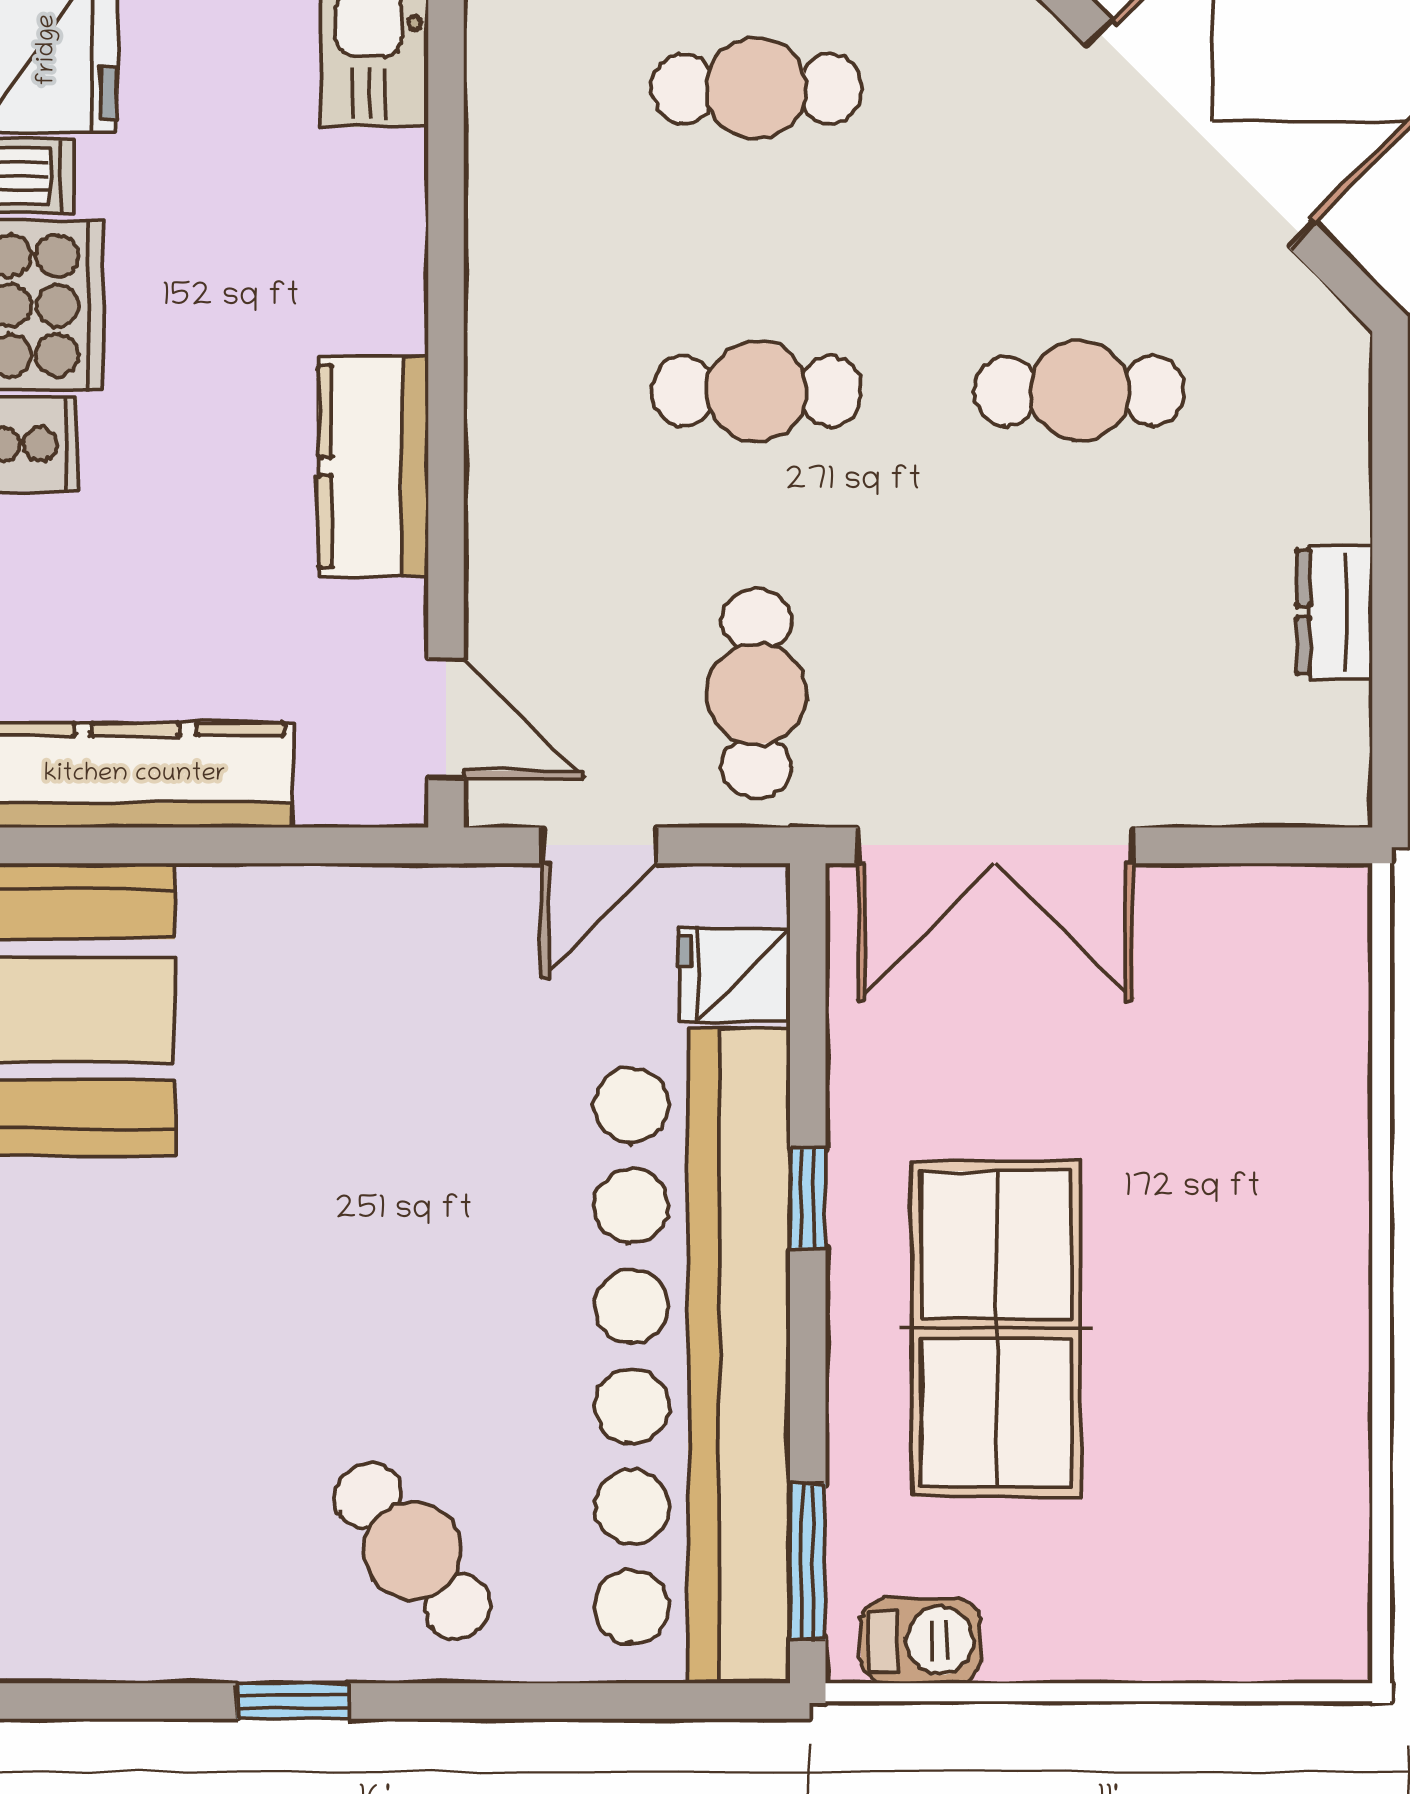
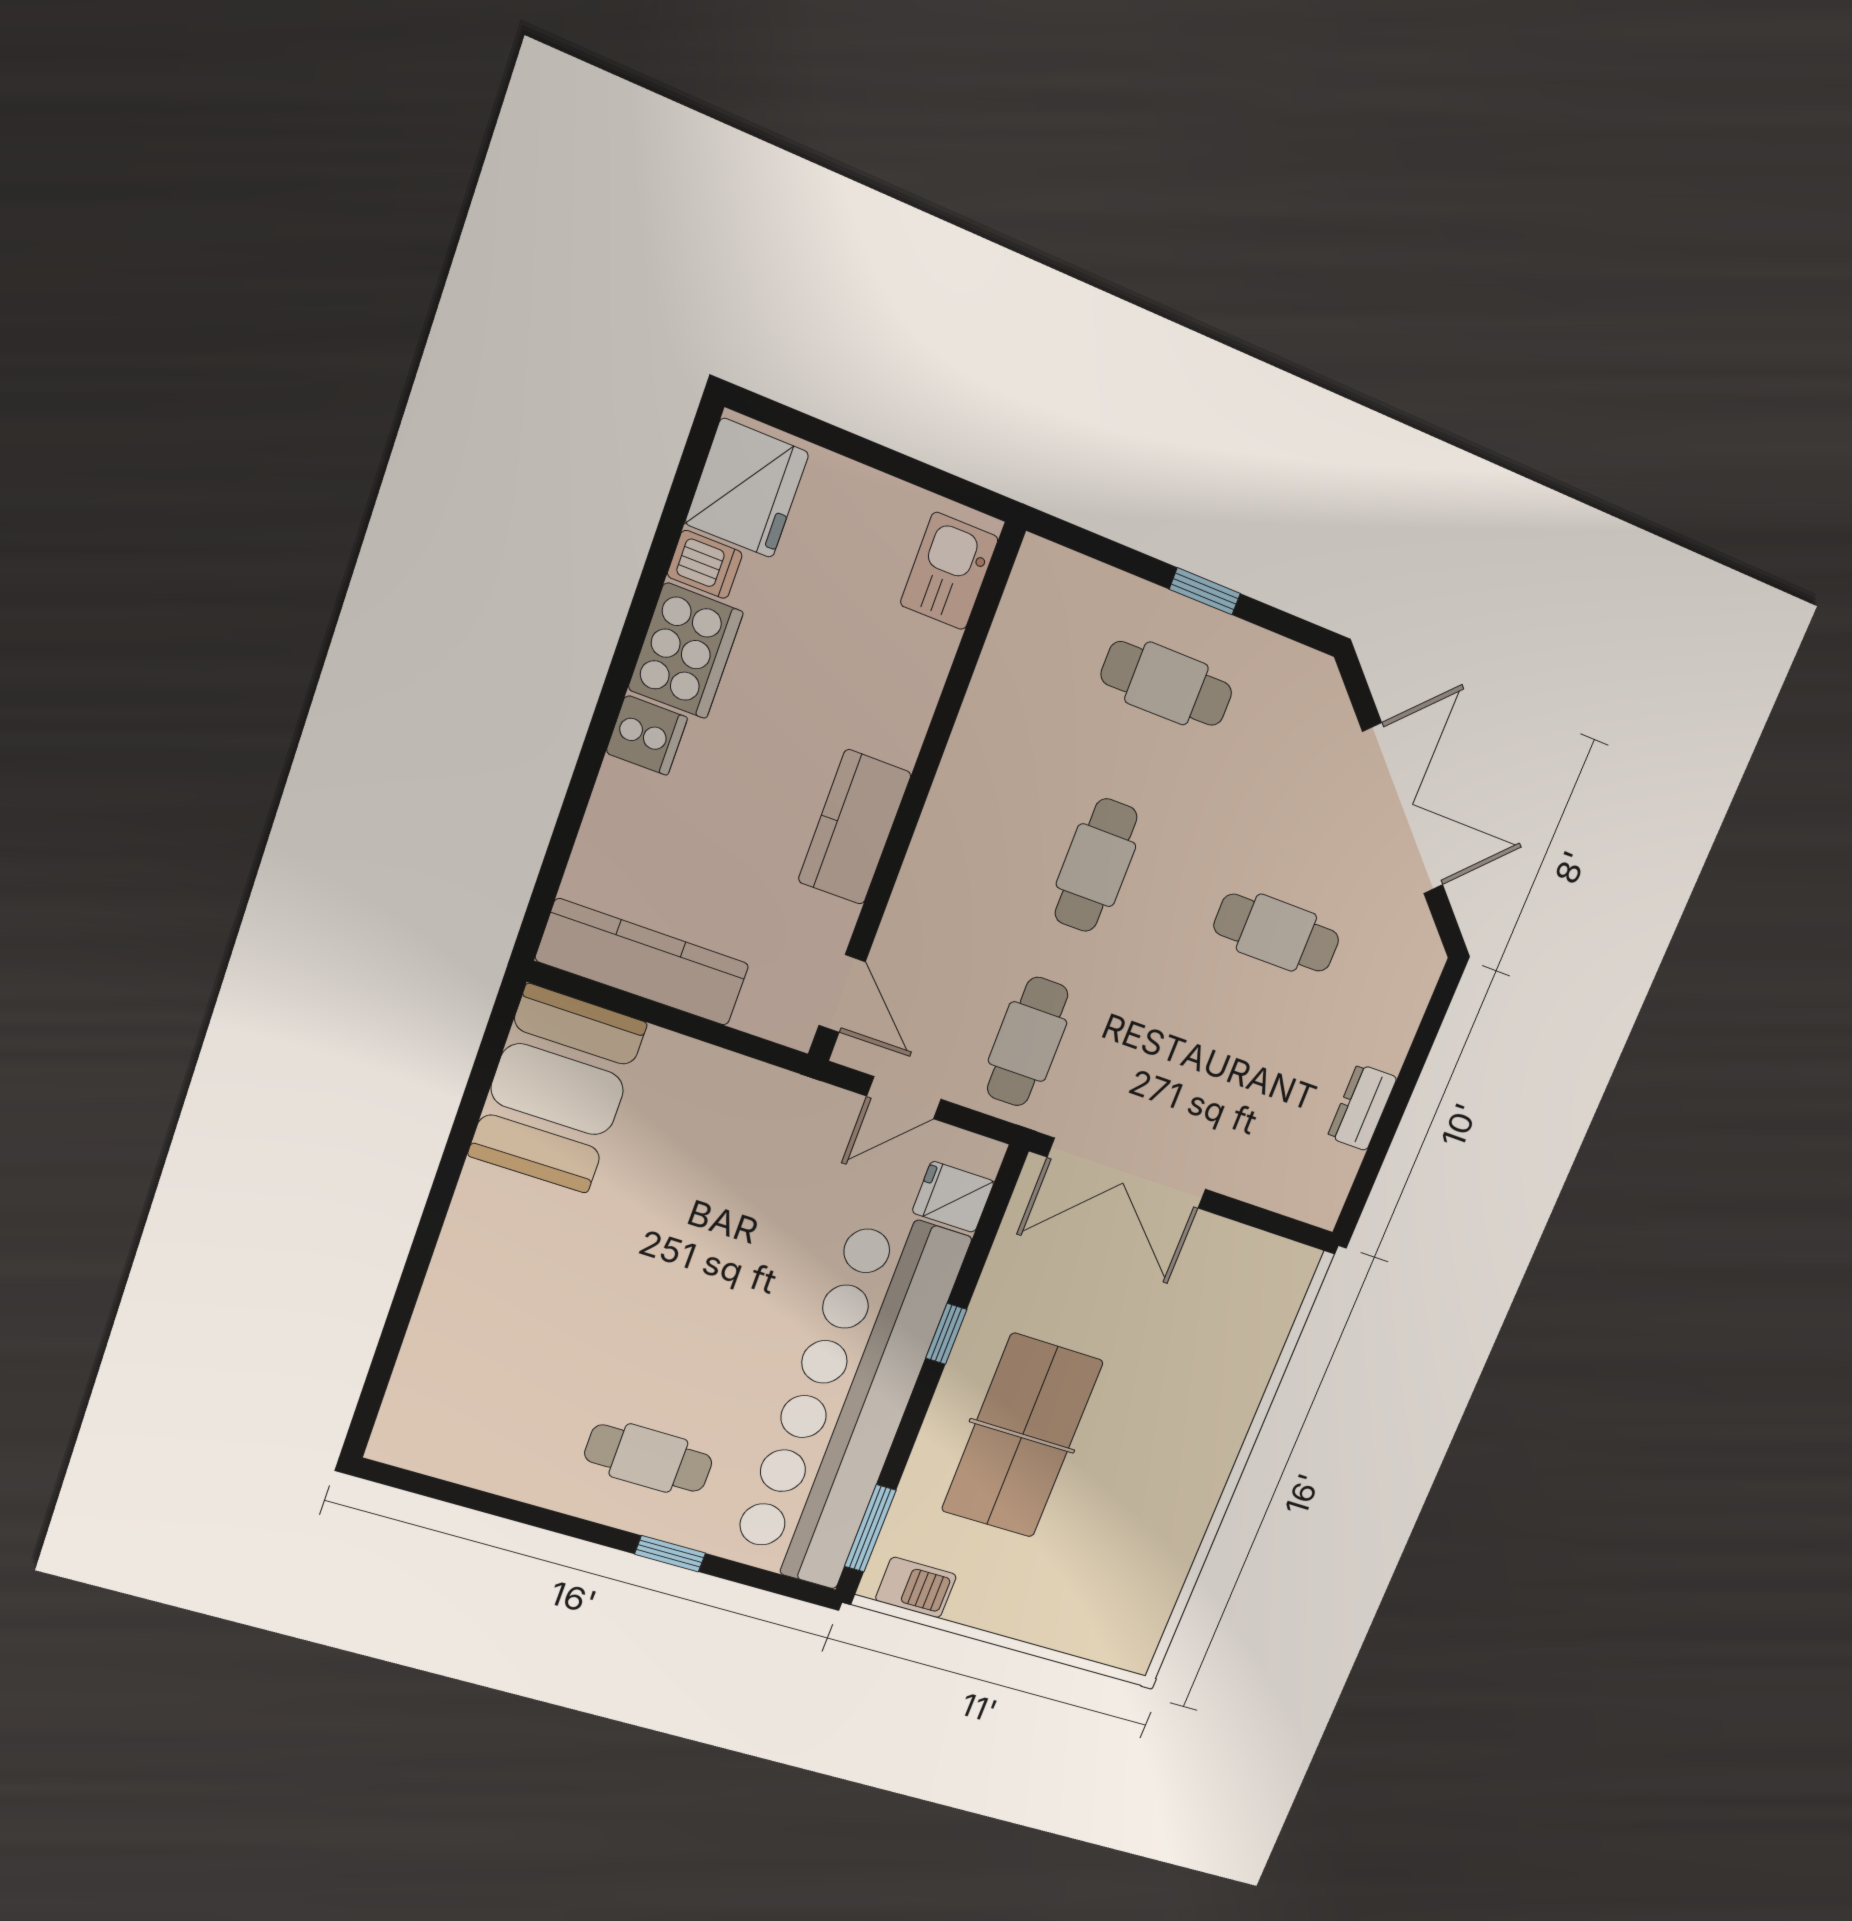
cafe table: (757, 391) -> (1096, 865), turned 90
cafe table: (413, 1551) -> (648, 1458), turned -51
window: (293, 1701) -> (670, 1554), moved

